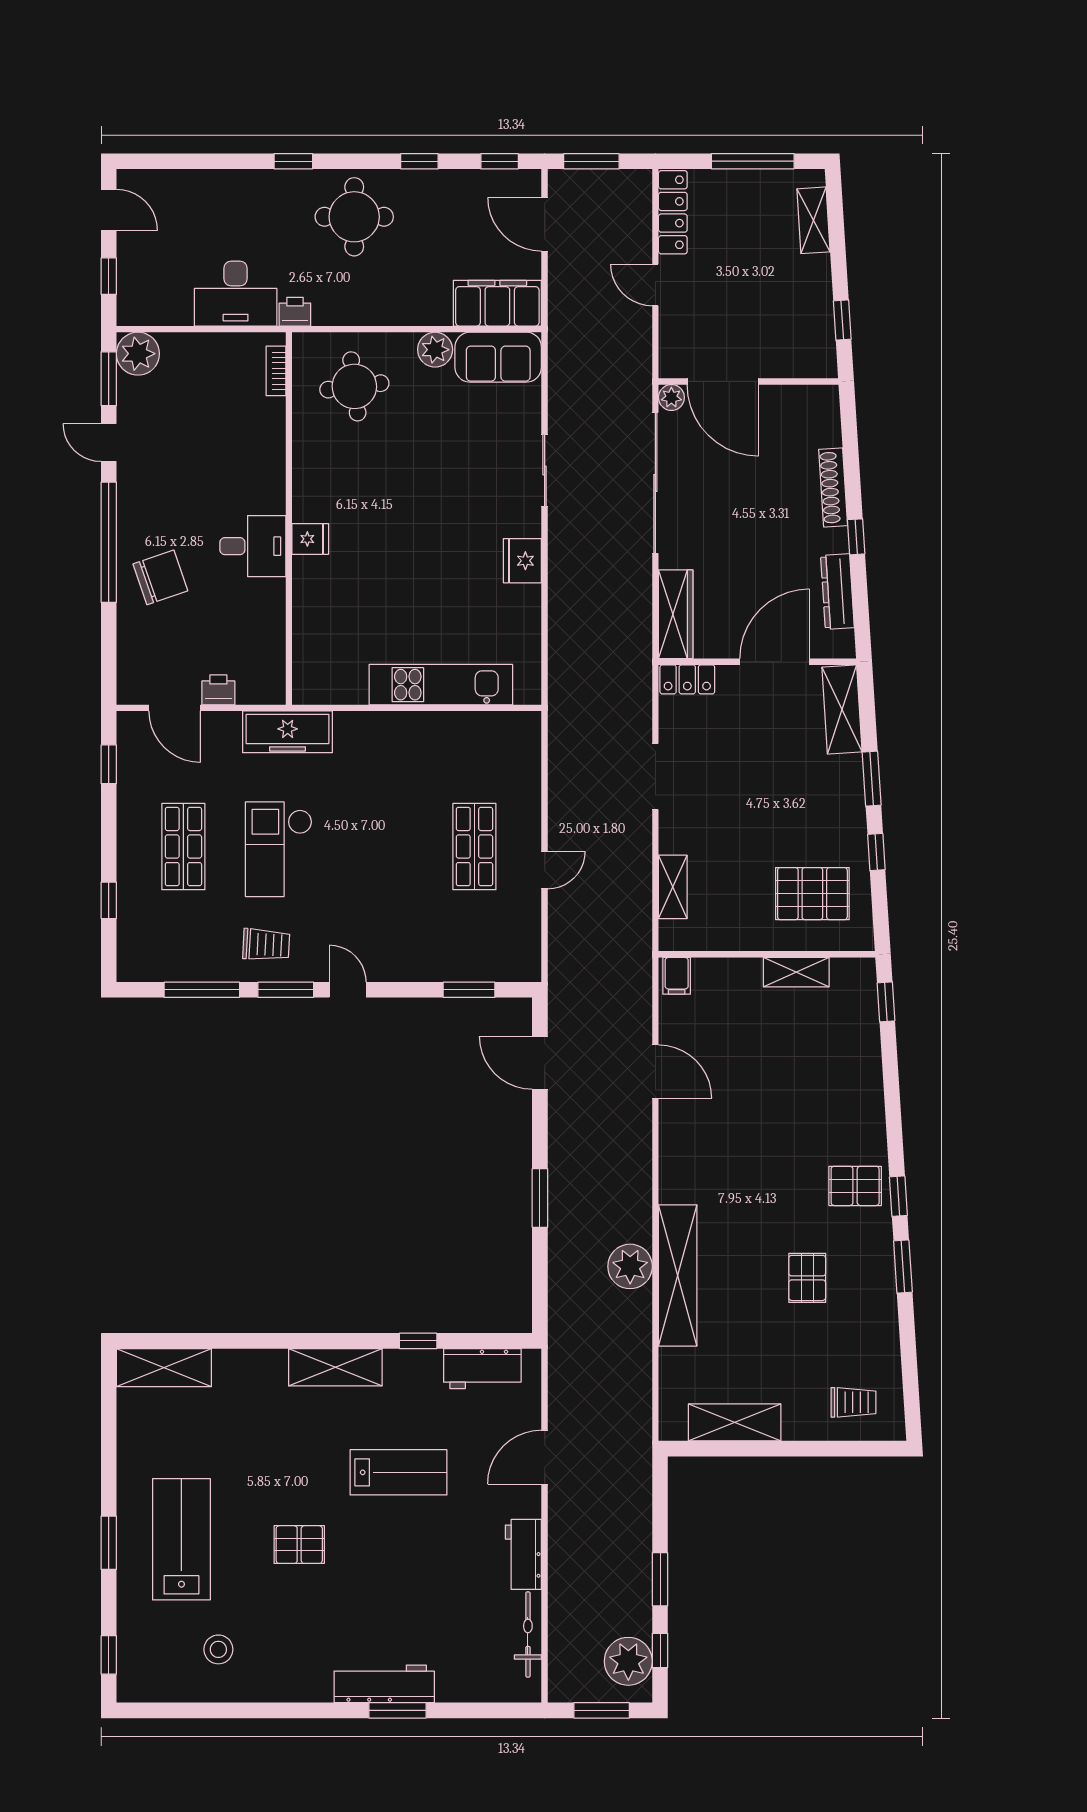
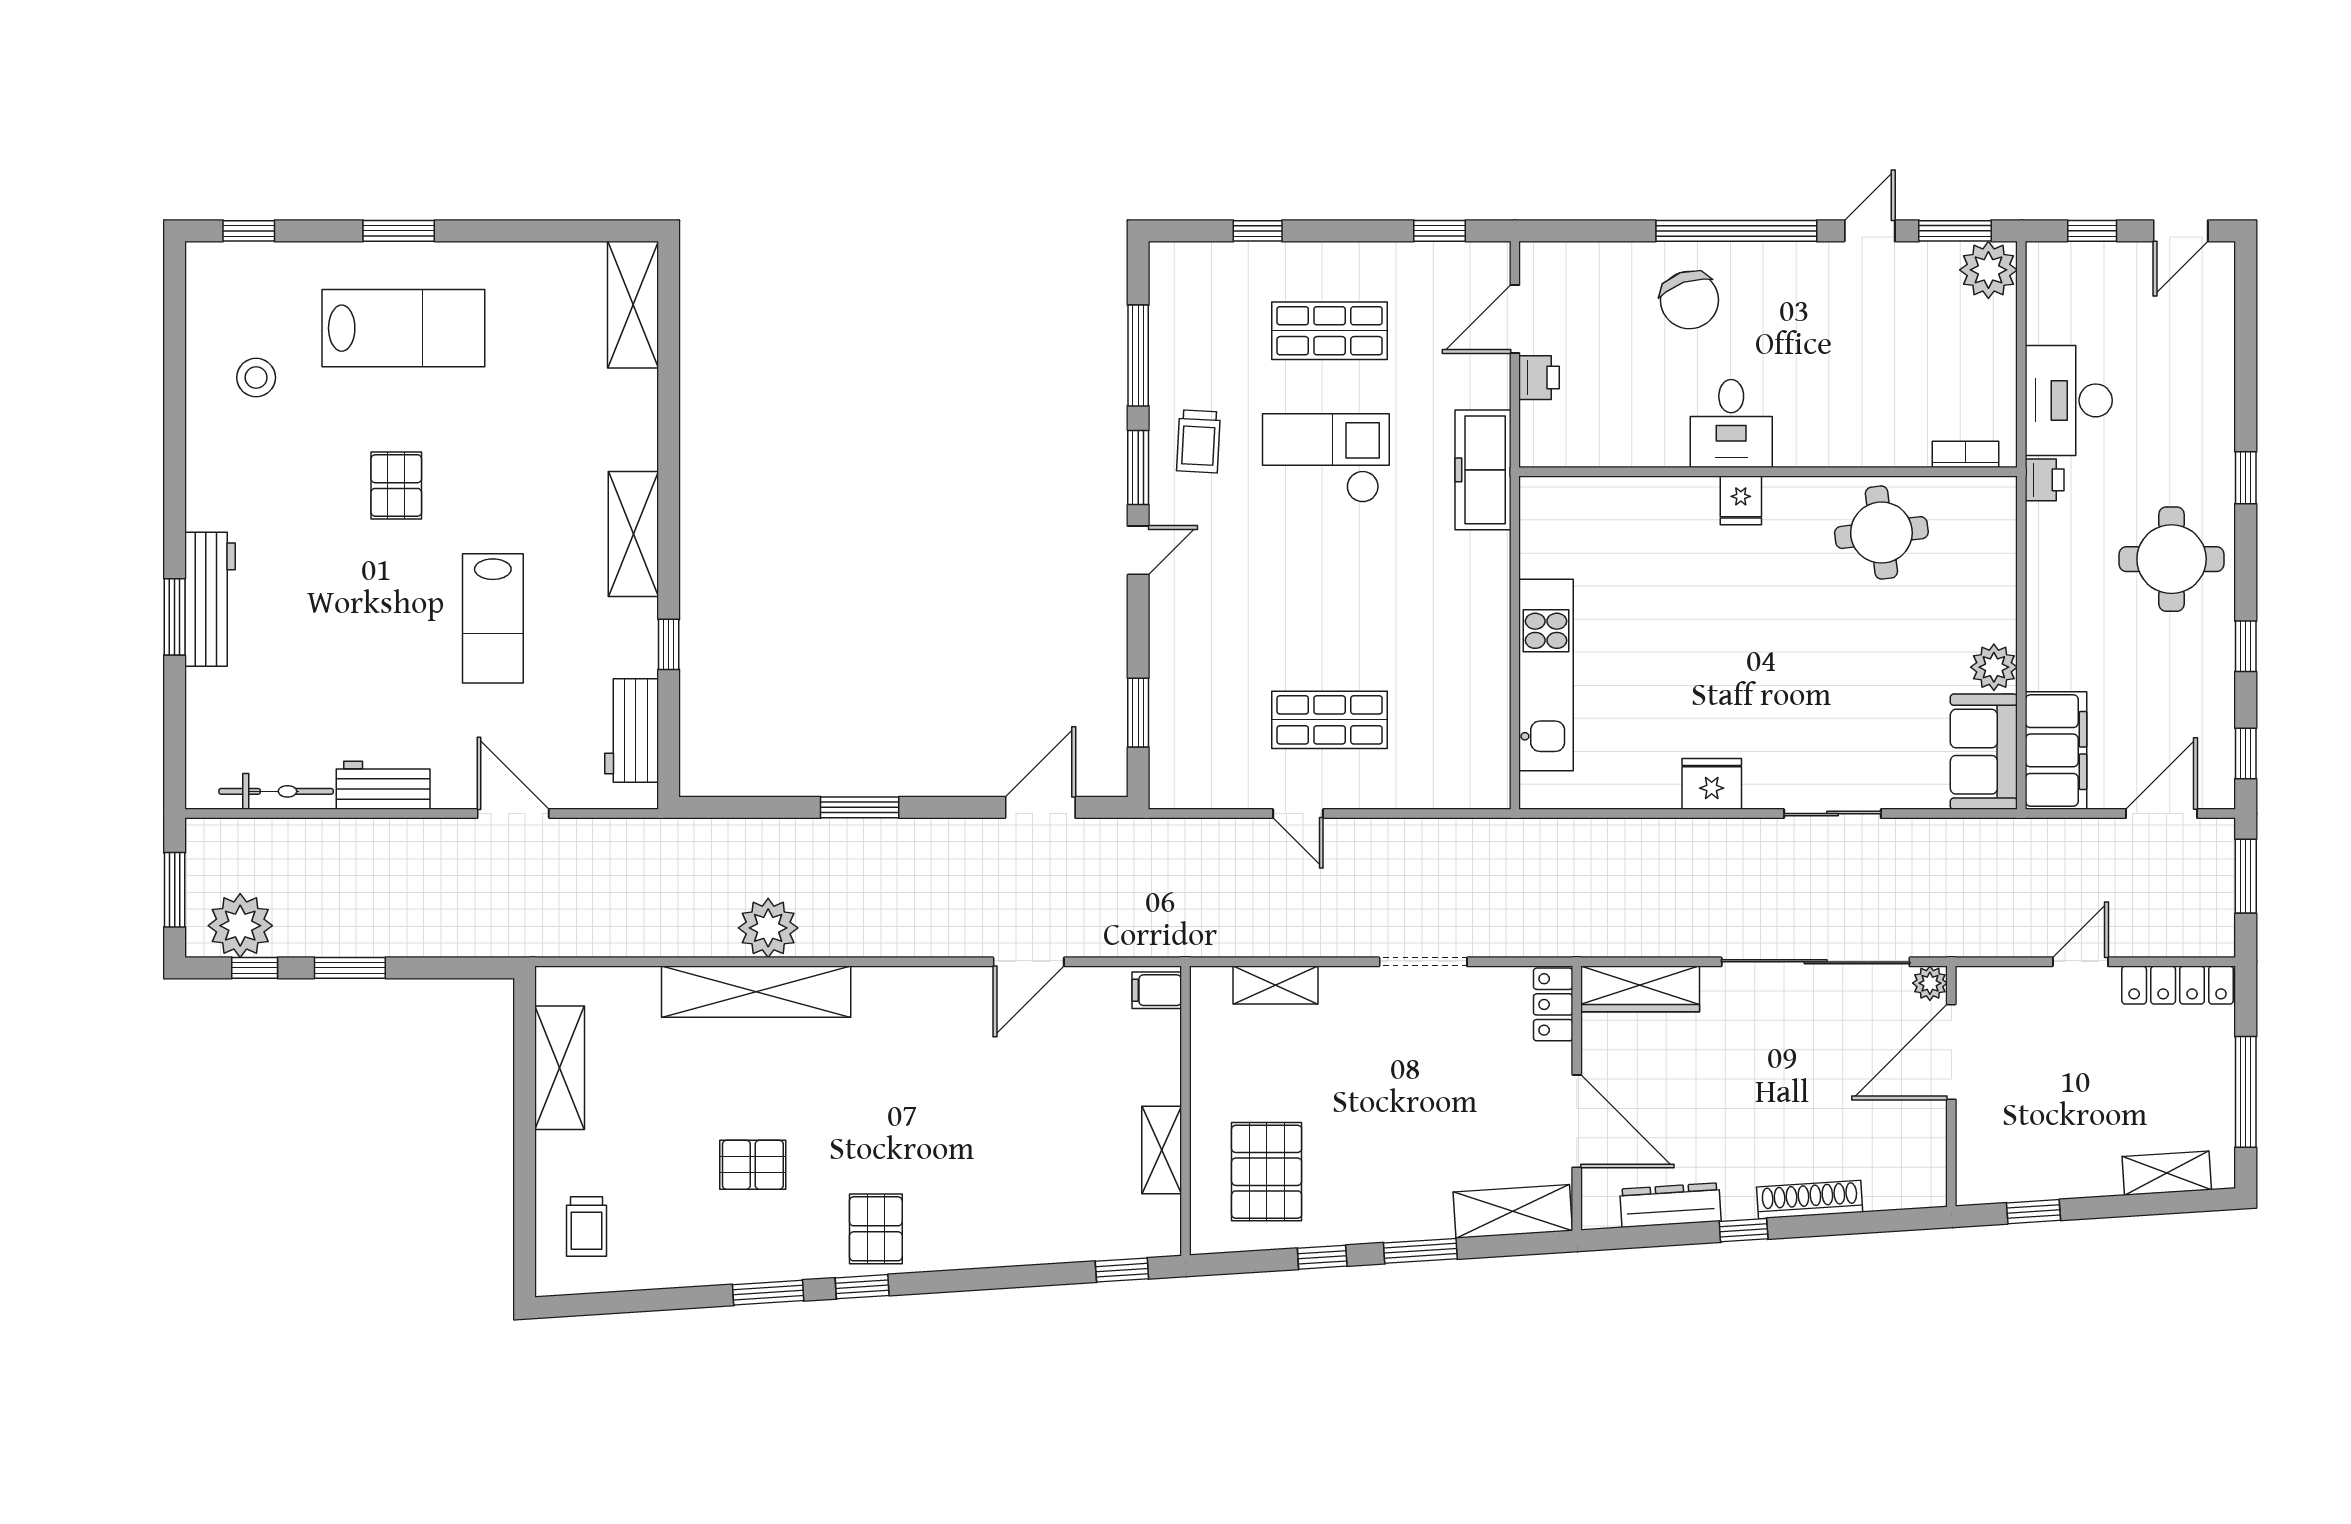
round table: (354, 386) -> (1881, 533), moved

